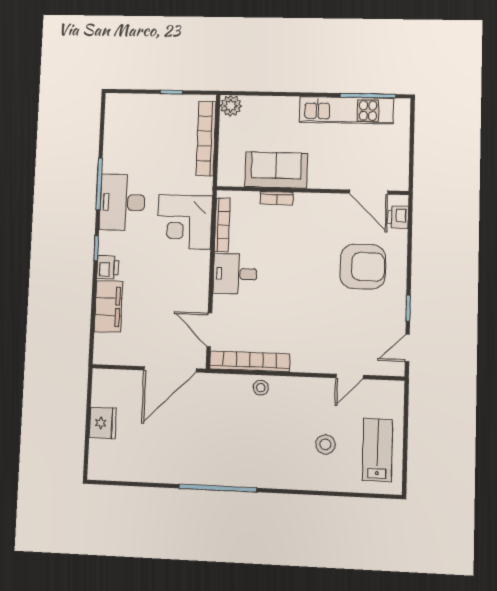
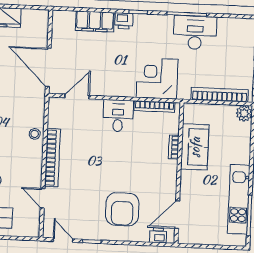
desk: (122, 202) -> (195, 33), moved
bookcase: (250, 361) -> (52, 158), moved

